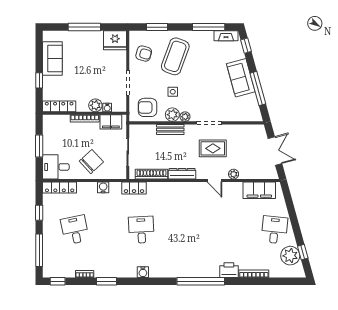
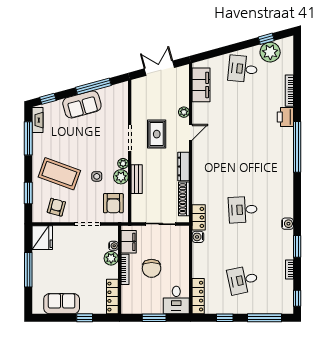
chair: (91, 162) -> (152, 268), moved, turned -137
water cooler: (103, 187) -> (198, 237), moved
water cooler: (143, 272) -> (288, 224), moved

